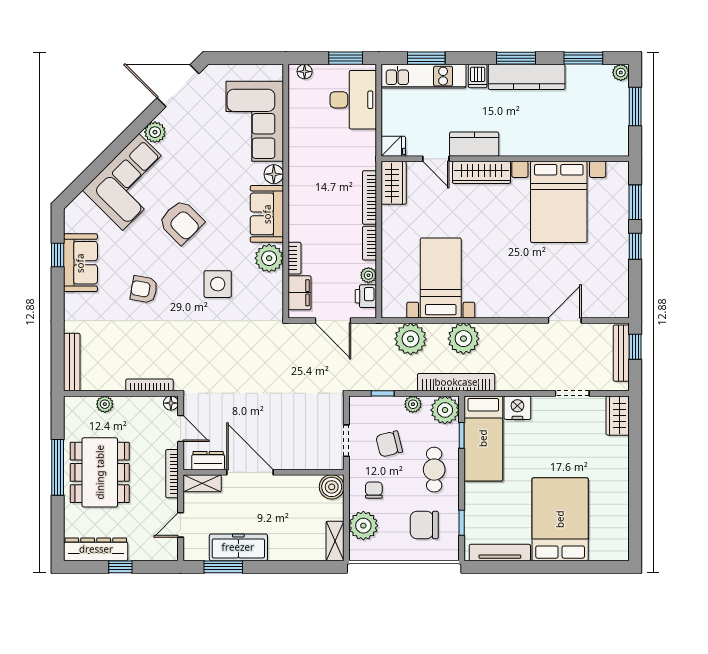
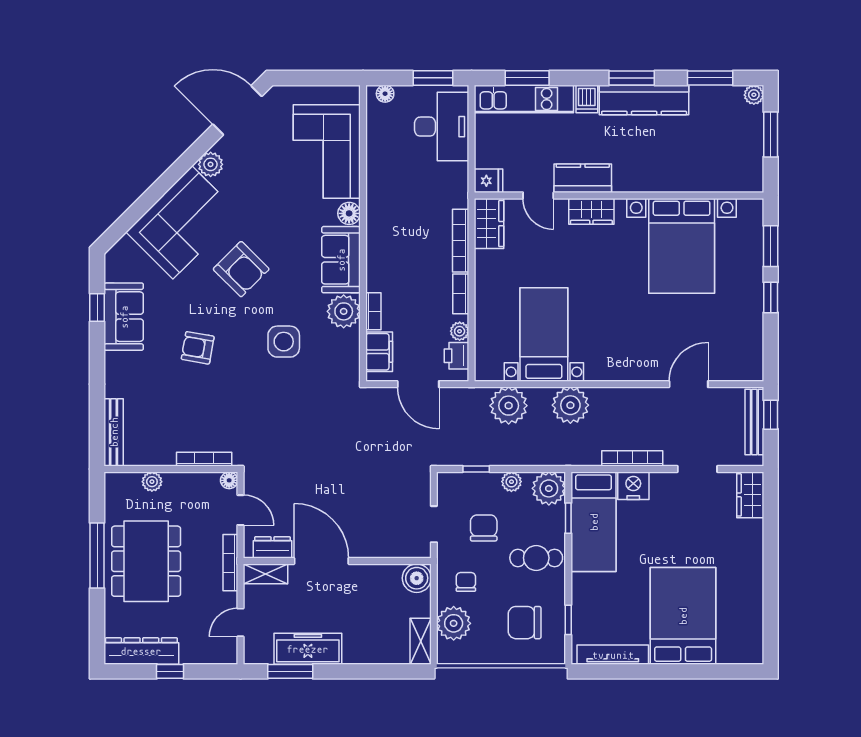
wardrobe: (481, 172) -> (591, 211), width x0.67
bookcase: (456, 382) -> (632, 458), moved, width x0.68, depth x0.76
chair: (389, 444) -> (484, 528), turned 104
cafe table: (434, 470) -> (536, 558), turned 90

